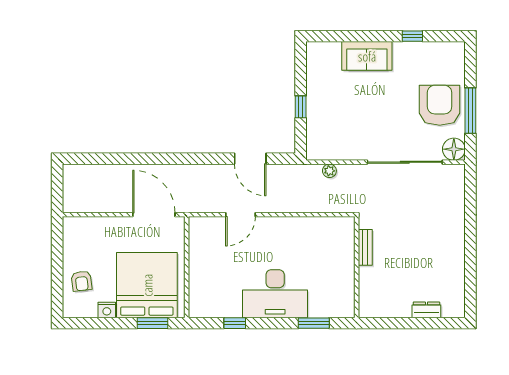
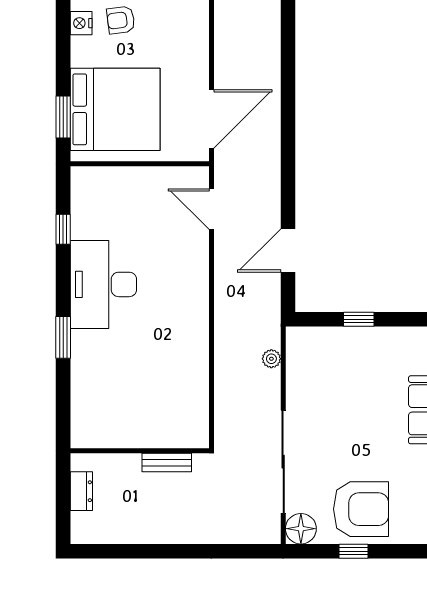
window: (470, 111) -> (354, 551), width x0.46
door: (240, 215) -> (211, 209), moved
bench: (365, 247) -> (167, 463), moved
wall: (357, 267) -> (140, 451), moved
nightstand: (107, 310) -> (81, 23), moved

